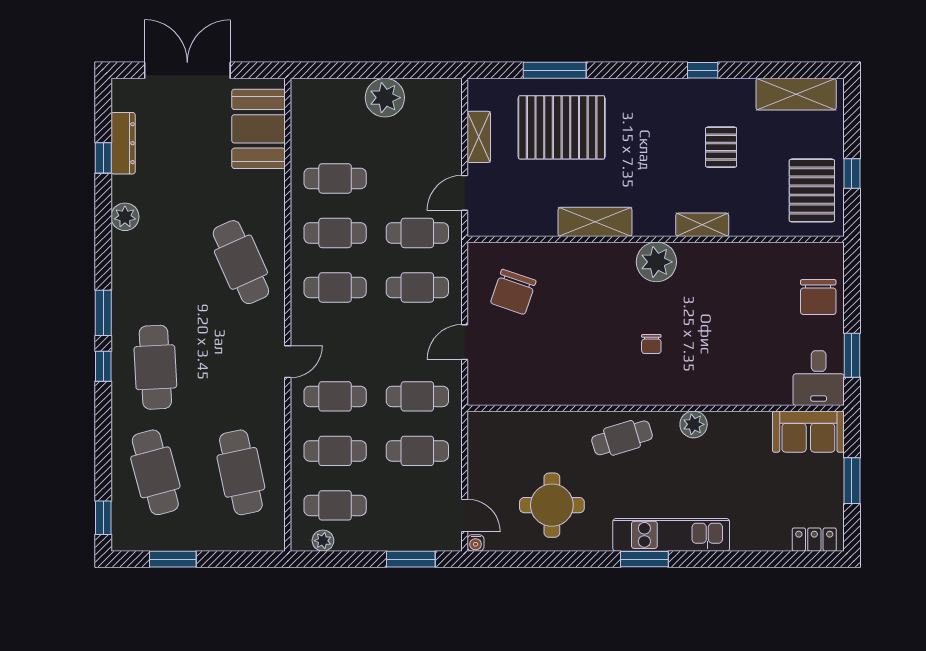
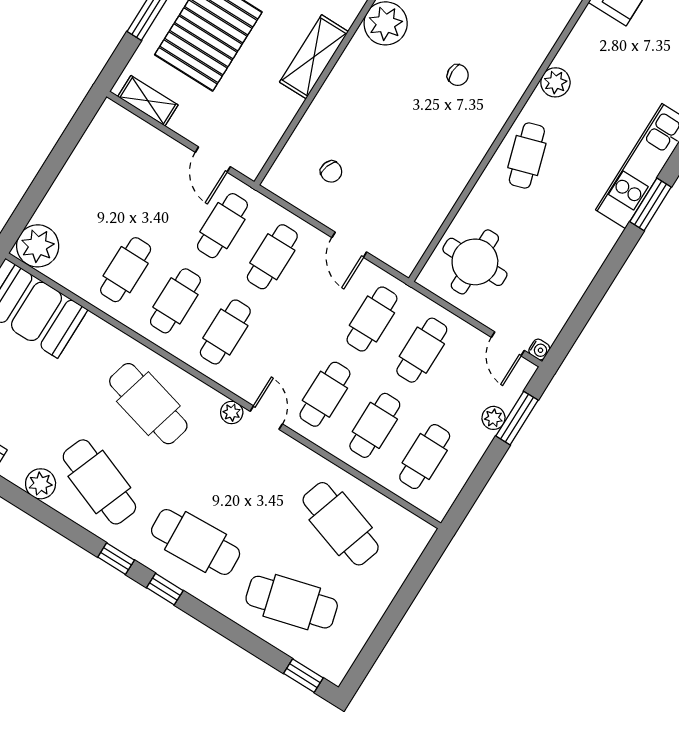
plant: (385, 98) -> (38, 246), moved
shelving: (479, 137) -> (148, 101), moved
cafe table: (155, 262) -> (99, 482), added
cafe table: (241, 262) -> (148, 404), turned 39
chair: (513, 292) -> (331, 172), width x0.54, depth x0.54
window: (103, 313) -> (116, 559), width x0.67
plant: (275, 332) -> (232, 413), added
cafe table: (241, 472) -> (341, 524), turned 30
round table: (552, 505) -> (475, 262), moved
door: (465, 516) -> (508, 344), swing flipped
plant: (323, 541) -> (493, 418), moved
window: (173, 559) -> (381, 636), removed

